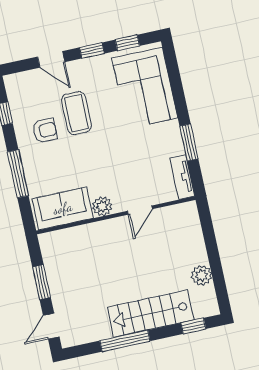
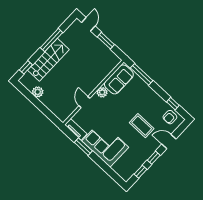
corner sofa: (145, 88) -> (105, 144), moved
armchair: (45, 130) -> (170, 117), moved
window: (18, 174) -> (142, 74), moved

